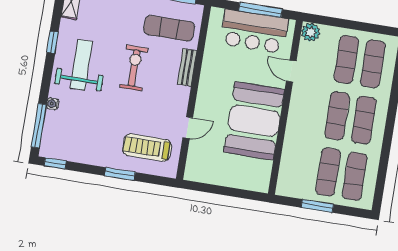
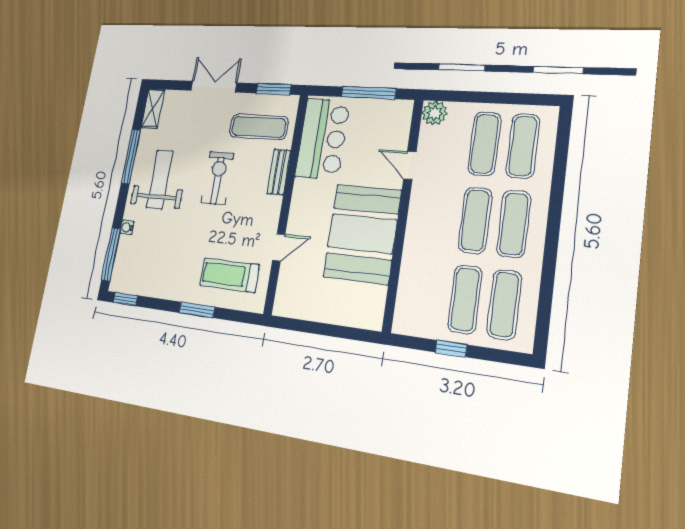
bar counter: (254, 31) -> (322, 139), moved, turned -90
window: (52, 42) -> (131, 156), width x2.17
window: (317, 206) -> (451, 348), width x0.67

